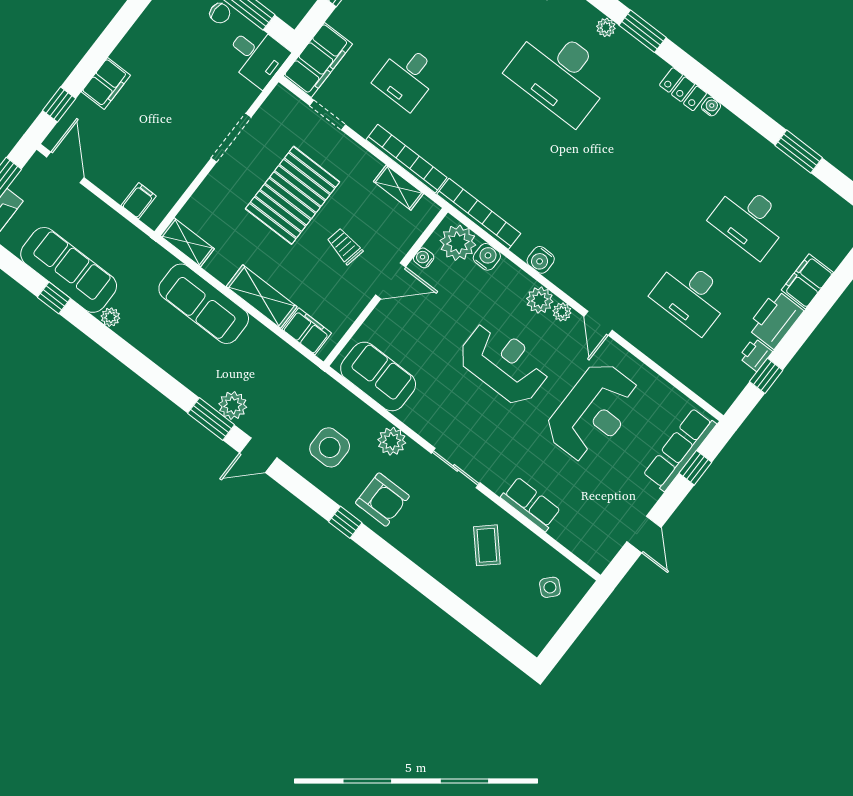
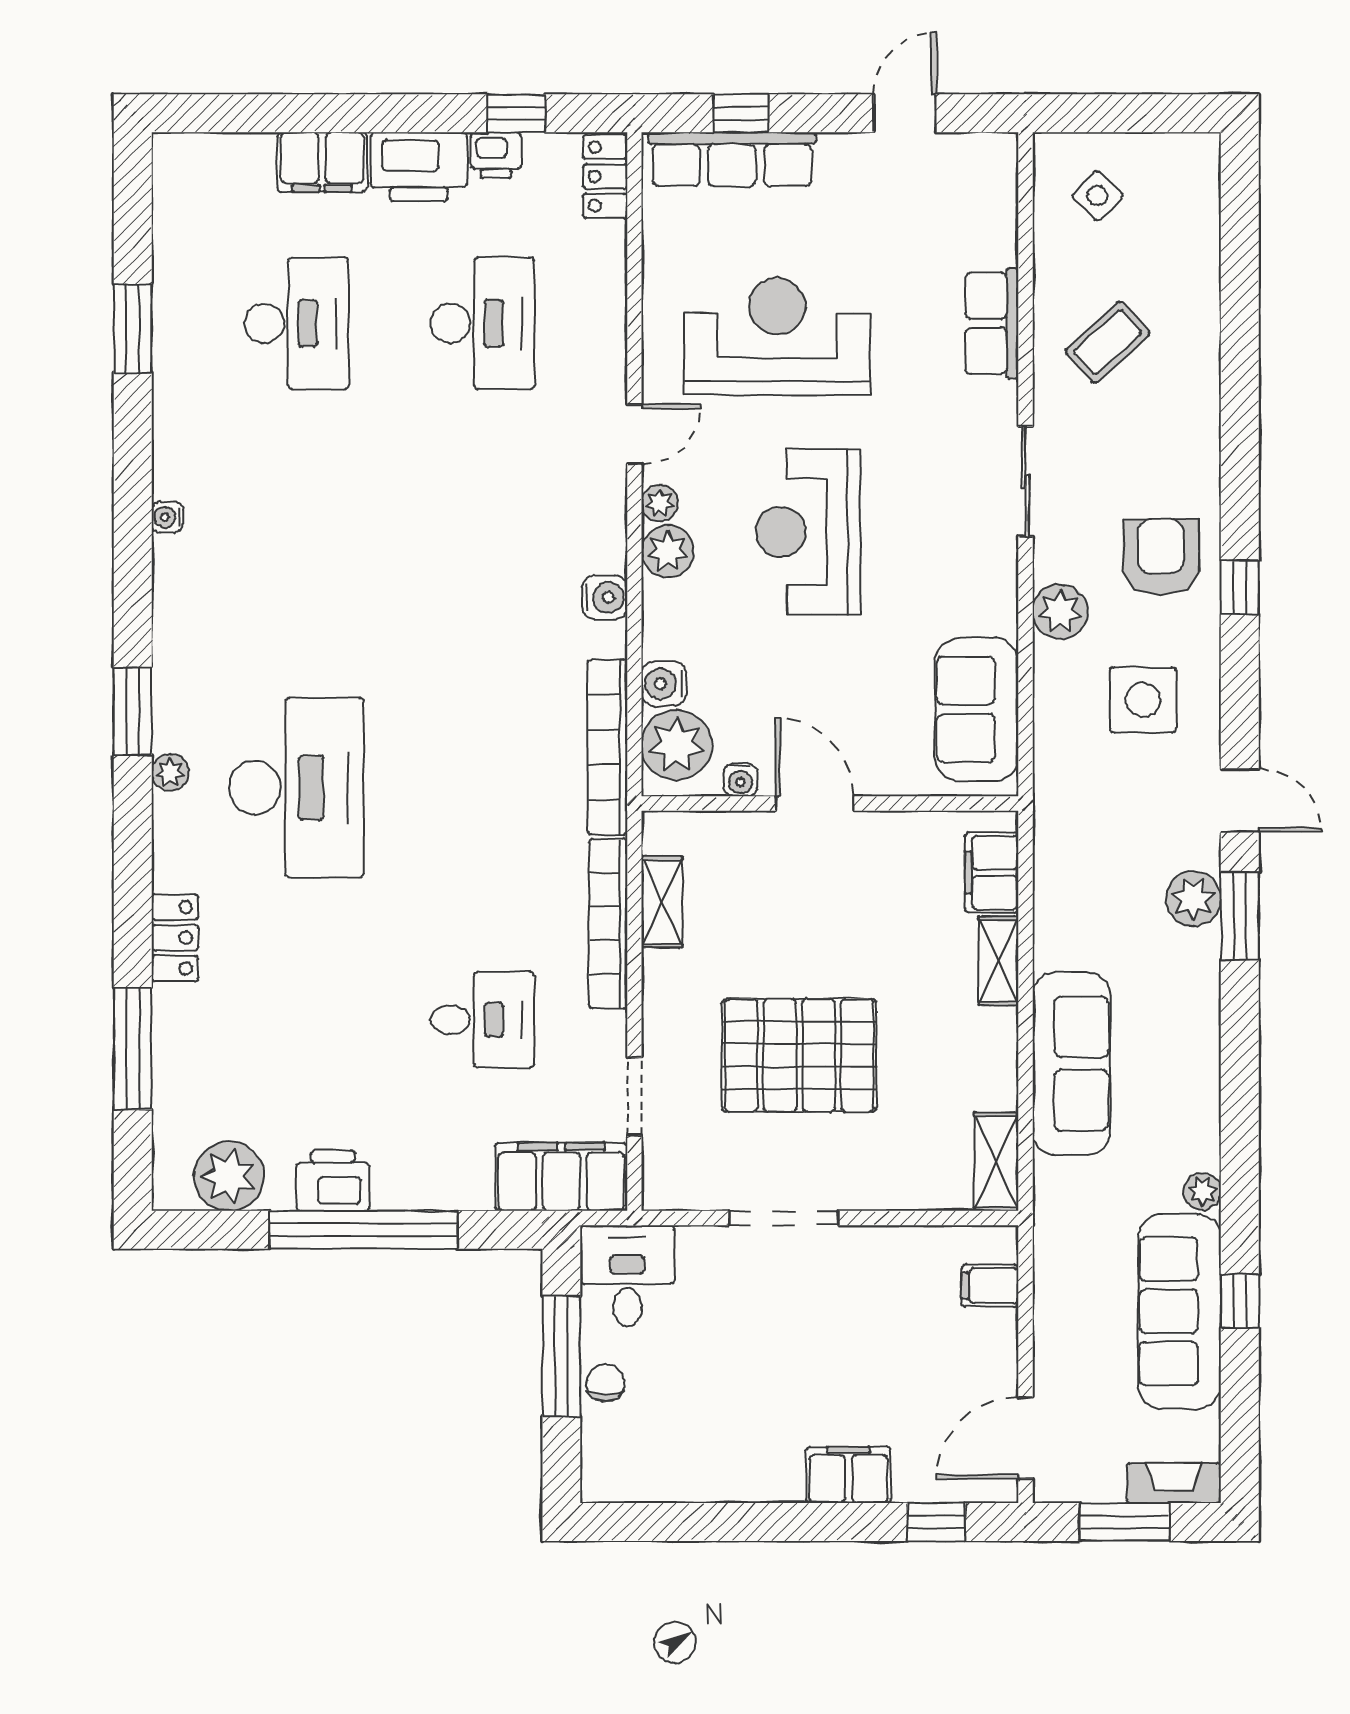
locker: (683, 89) -> (605, 176), moved, turned 180
trolley: (345, 246) -> (816, 915), removed
shelving: (262, 297) -> (998, 961), width x0.67, depth x0.75

